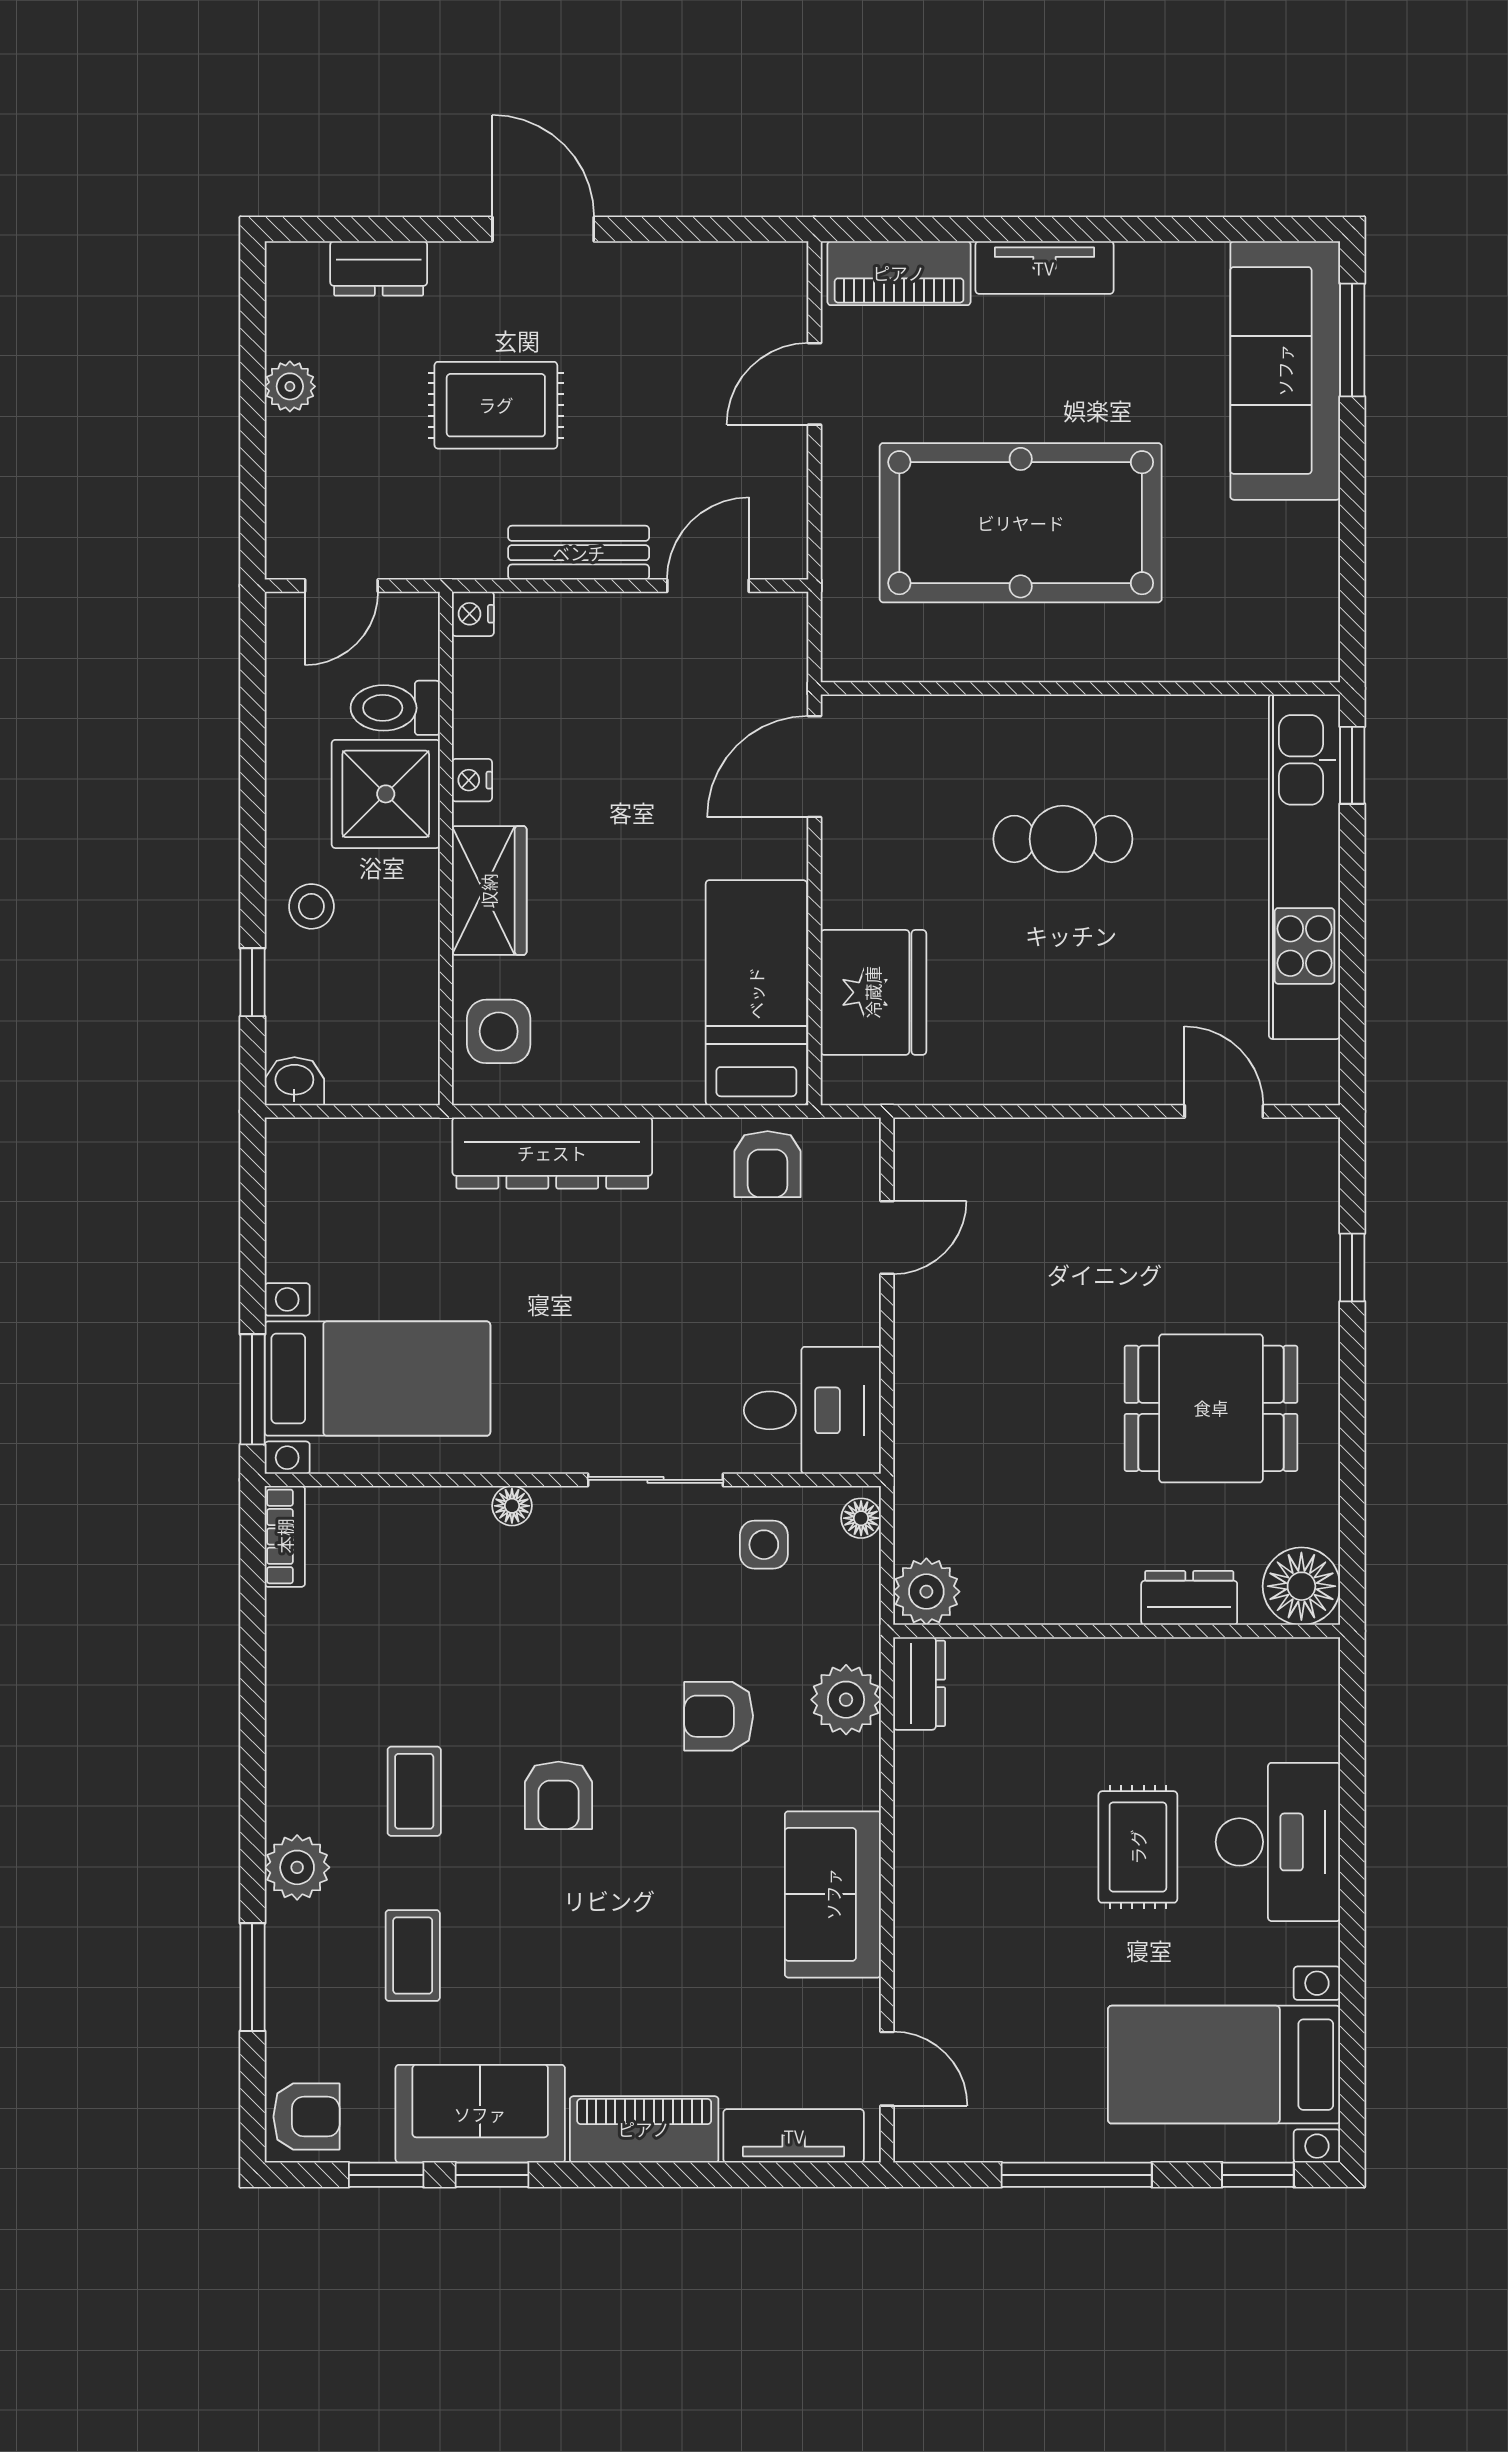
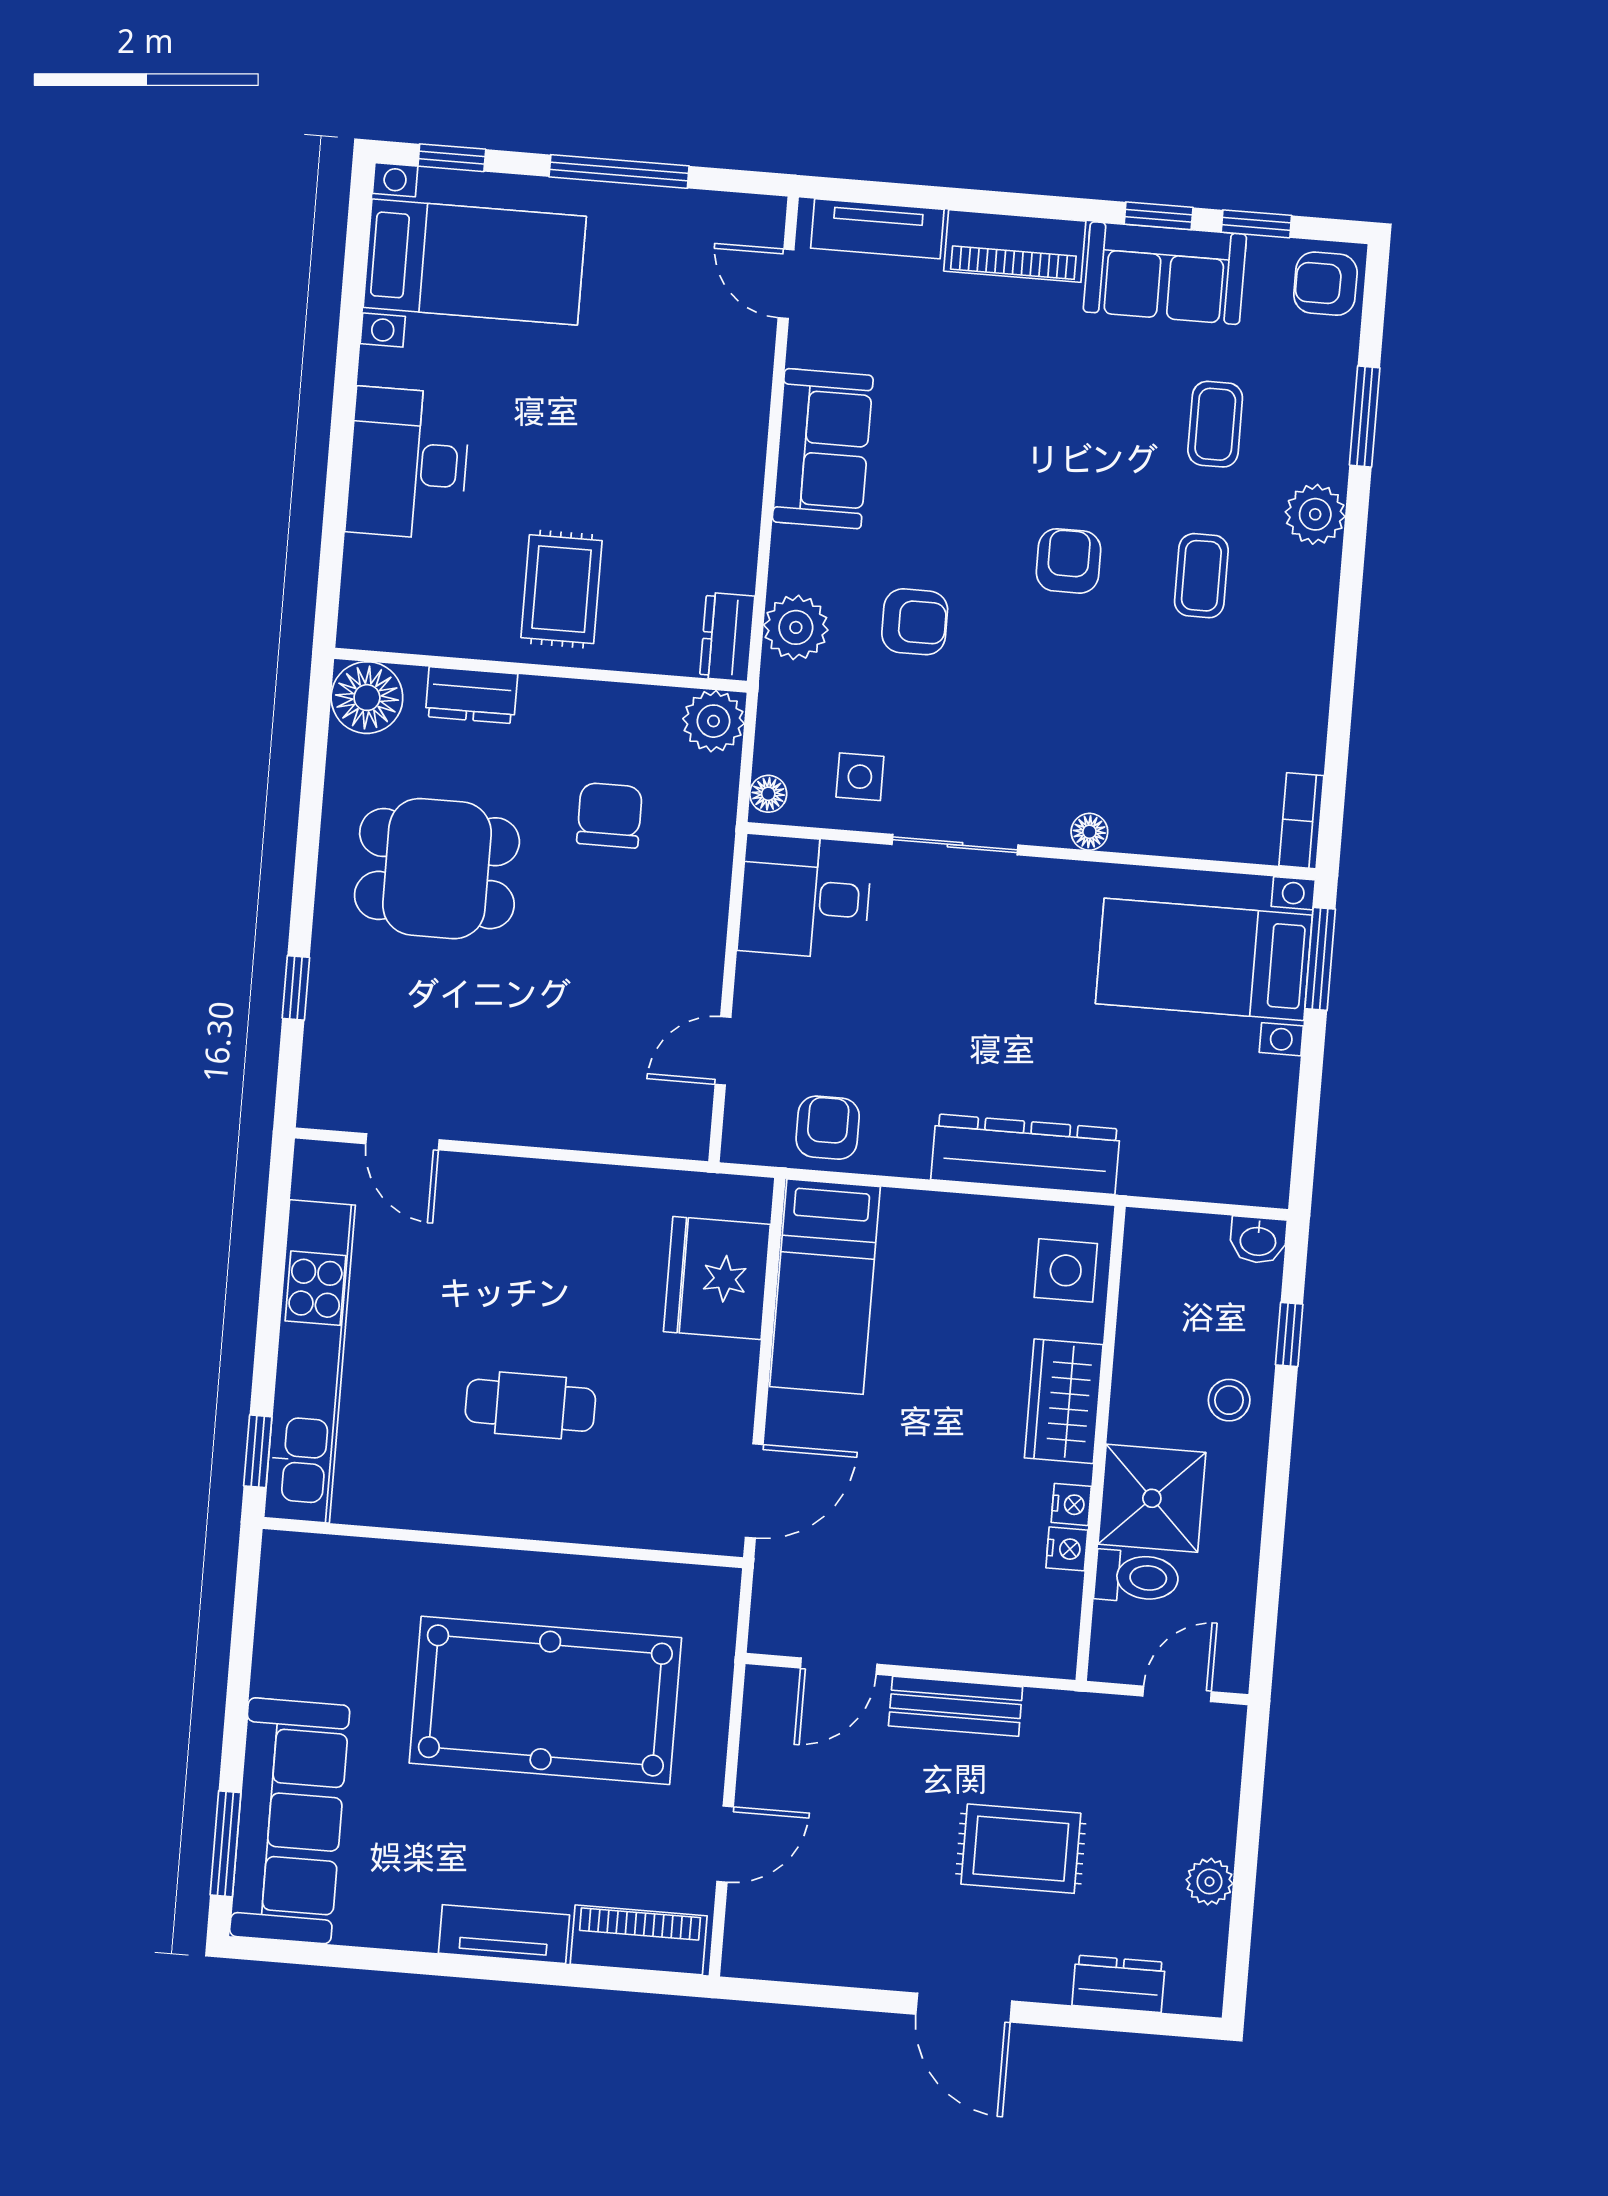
nightstand: (473, 614) -> (1067, 1549), moved
chair: (1030, 1481) -> (610, 815), added
rug: (1138, 1847) -> (562, 589), moved

